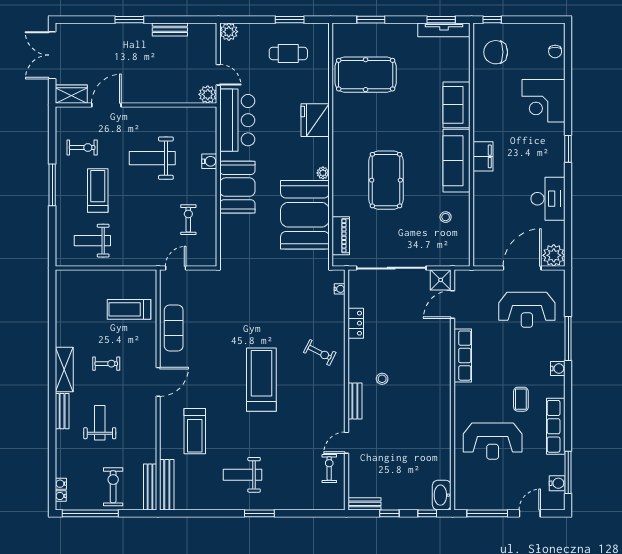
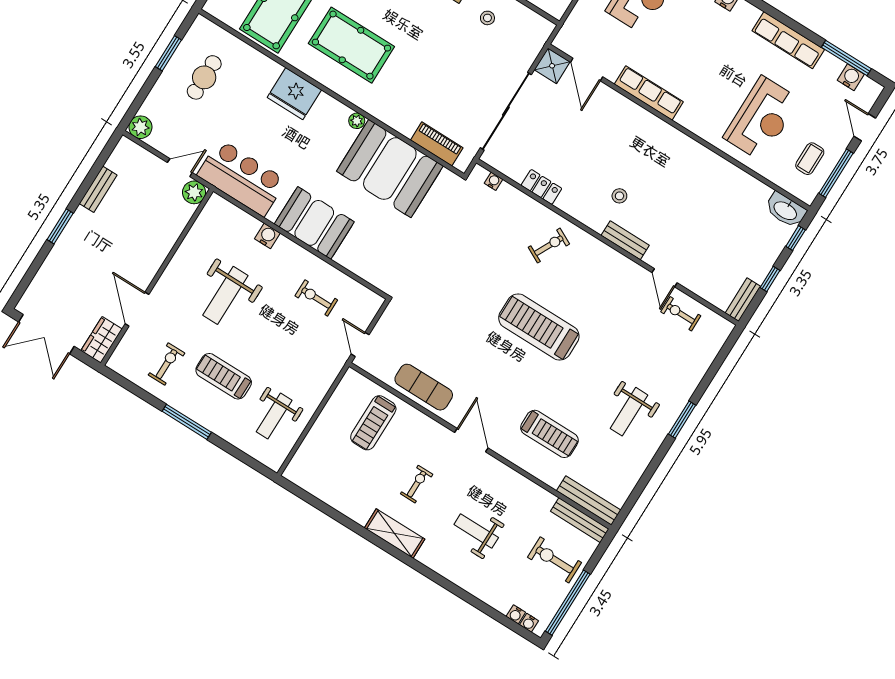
pool table: (386, 180) -> (351, 45), moved
coffee table: (521, 399) -> (810, 159), moved, turned 90
bench: (62, 411) -> (438, 564), removed

